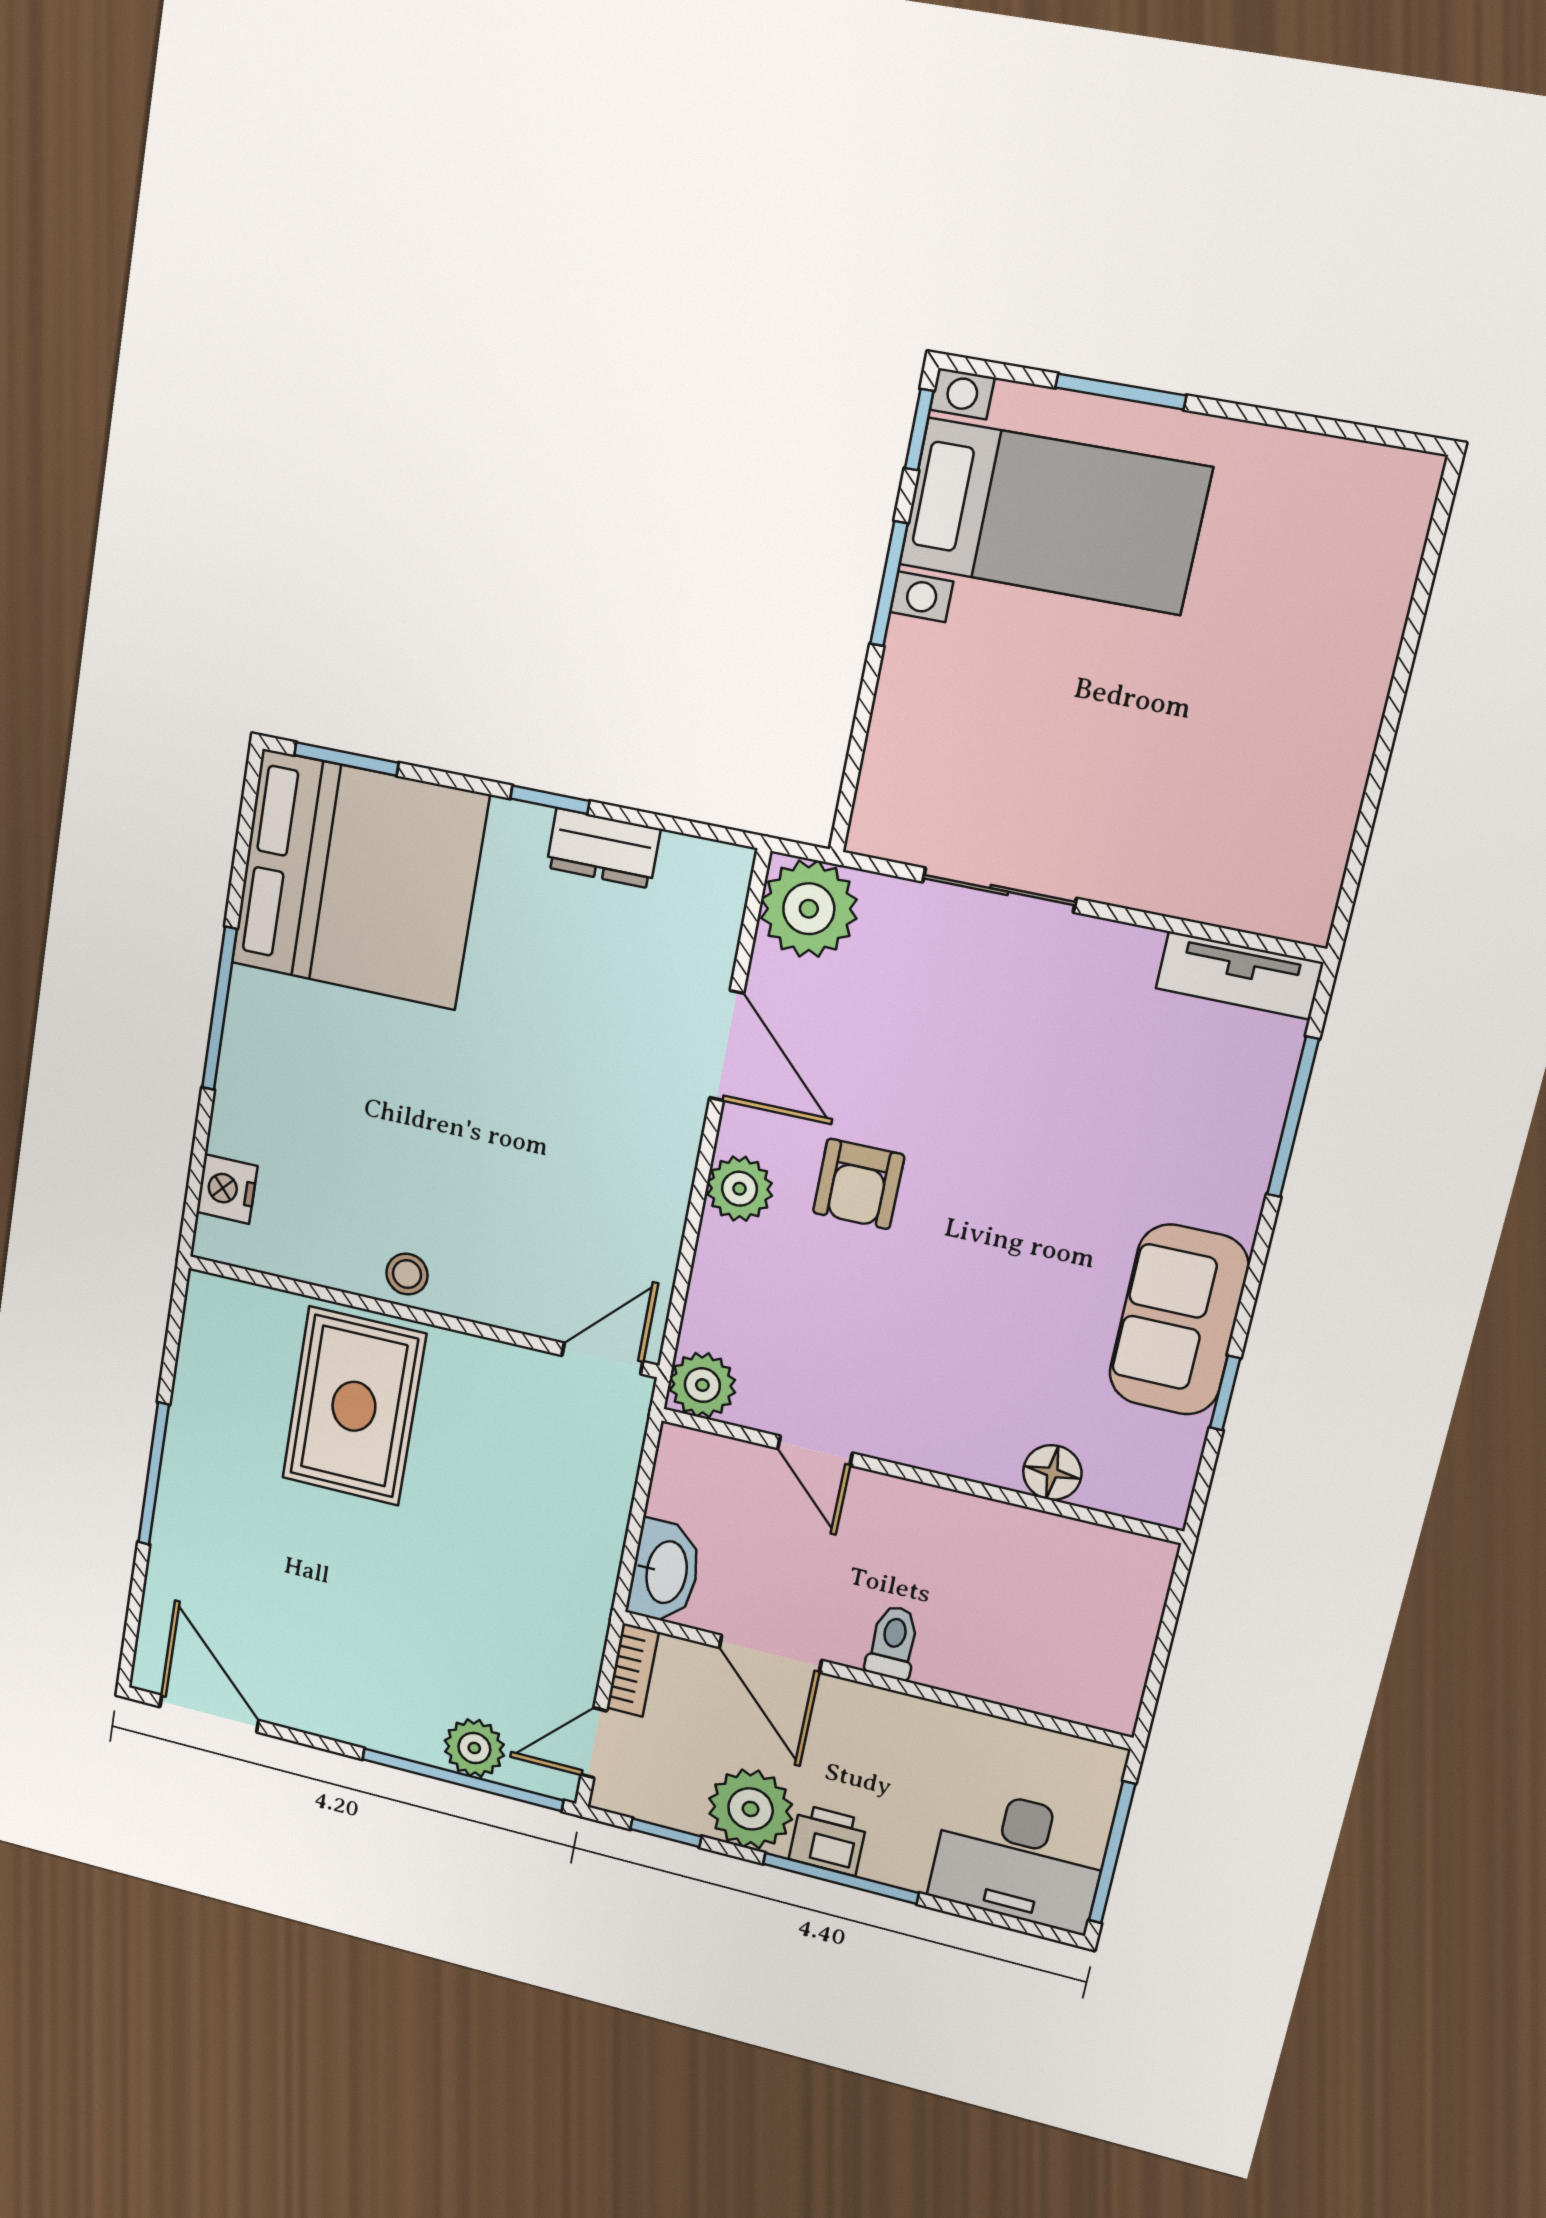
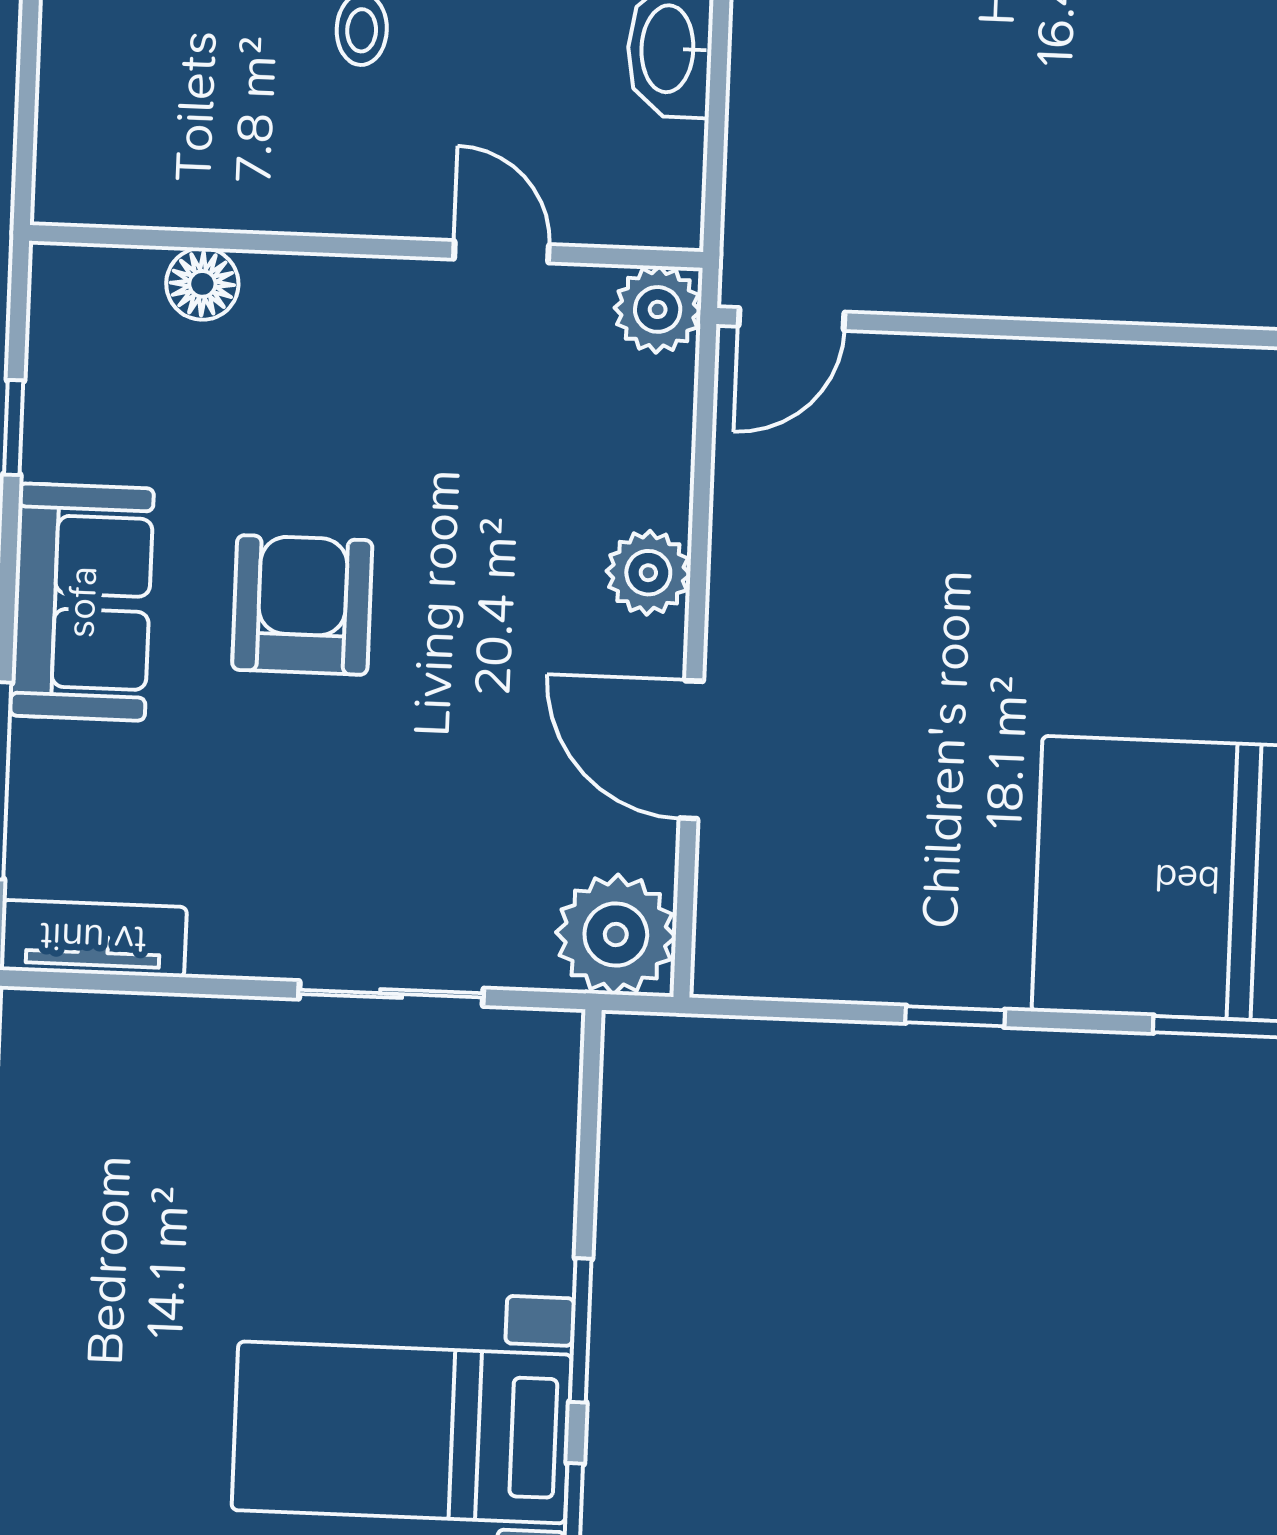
dresser: (603, 848) -> (880, 968), removed
armchair: (859, 1184) -> (302, 605), moved, width x1.38, depth x1.38
stool: (407, 1274) -> (1063, 381), removed
sofa: (1179, 1320) -> (82, 602), moved
rug: (354, 1406) -> (1112, 189), removed

